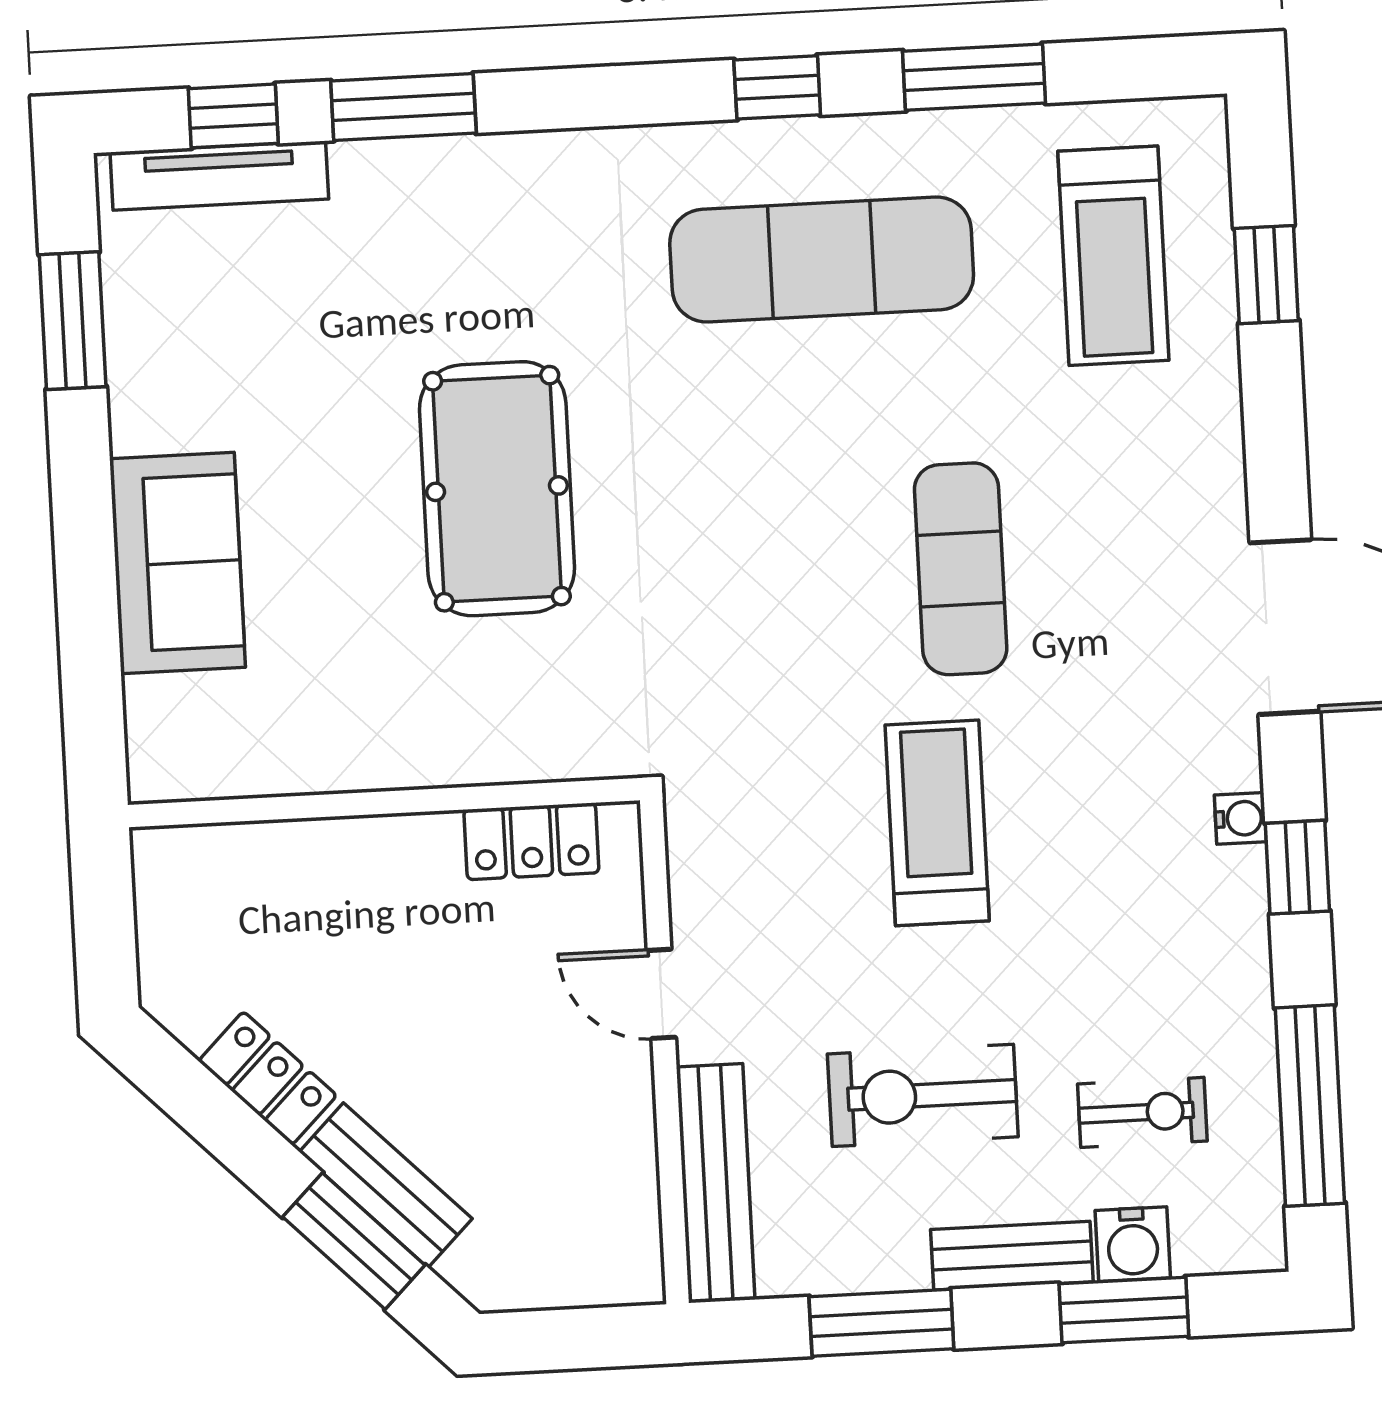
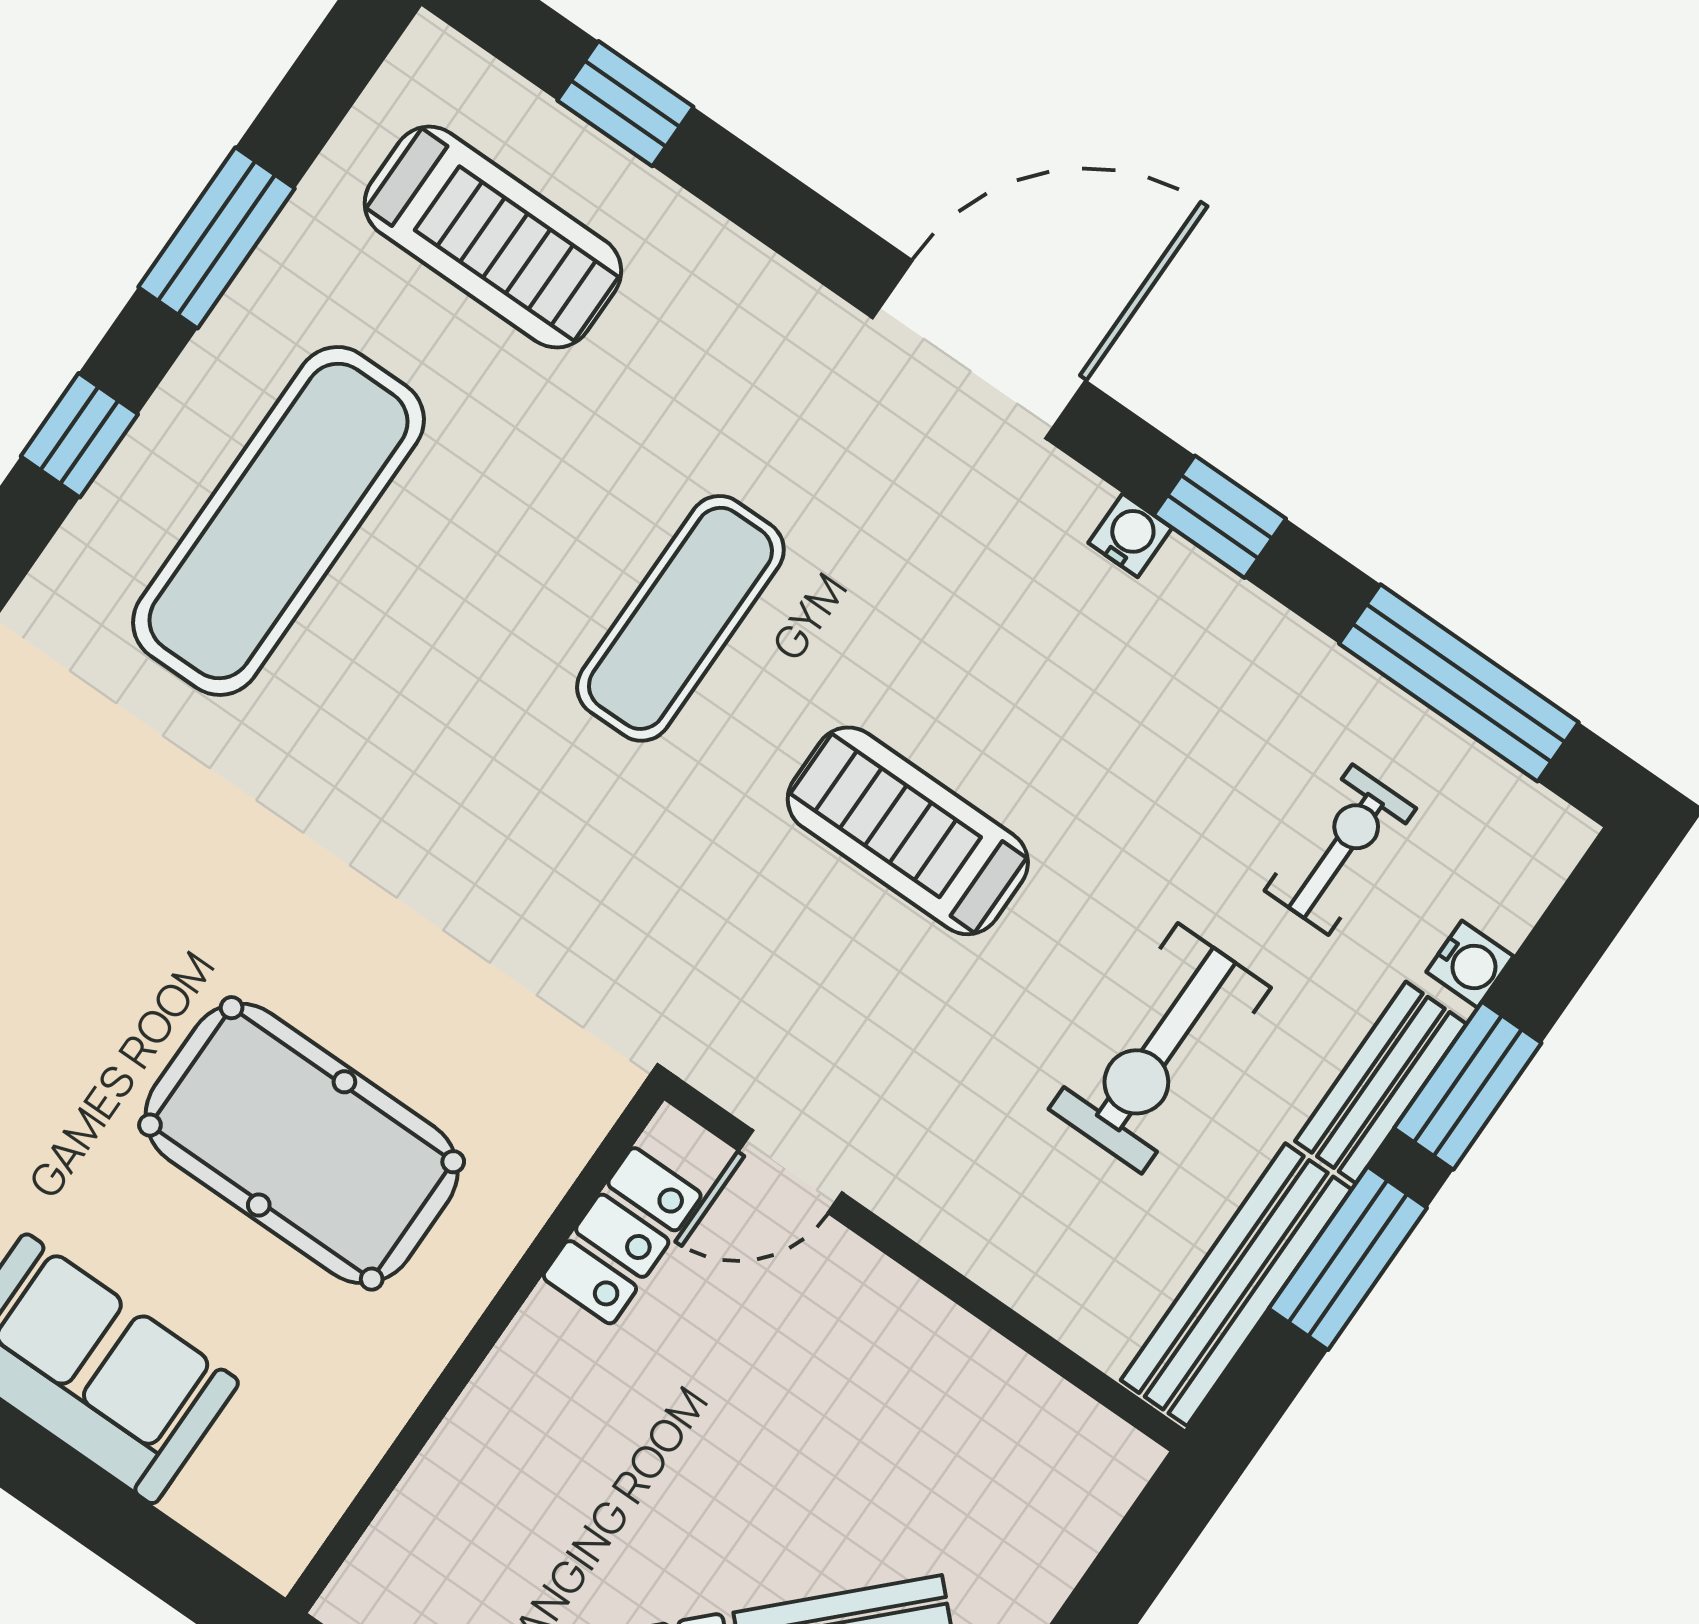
pool table: (497, 489) -> (302, 1143), moved
exercise mat: (961, 569) -> (680, 618), turned 90
door: (661, 994) -> (790, 1172), moved
bench: (716, 1183) -> (1236, 1285), moved, turned 90
water cooler: (1133, 1244) -> (1470, 964), width x0.72, depth x0.72
window: (1124, 1310) -> (1468, 1086), moved

